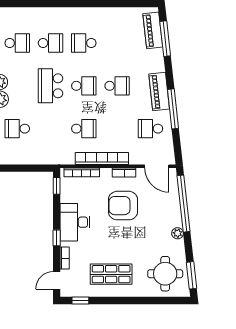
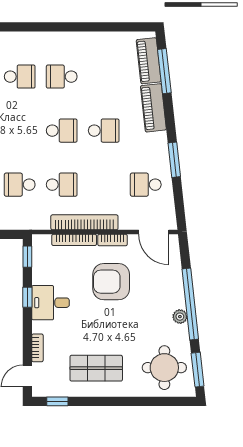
school desk: (51, 86) -> (20, 185), moved, width x0.54
piano: (159, 91) -> (153, 108), moved
window: (173, 109) -> (174, 160), width x0.69
bookcase: (82, 172) -> (74, 240), moved
window: (184, 204) -> (190, 304), moved
desk: (75, 222) -> (51, 303), width x0.73
window: (57, 238) -> (27, 297), moved

